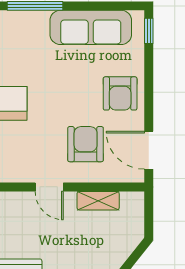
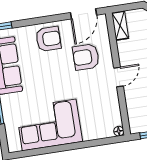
shelving: (98, 201) -> (120, 26), moved

